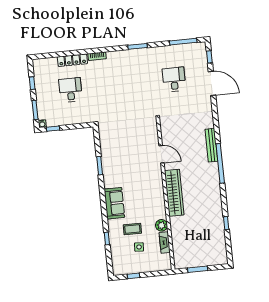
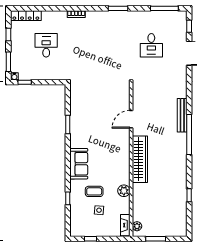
locker: (72, 60) -> (26, 16), moved
desk: (174, 79) -> (151, 45), turned 180
door: (161, 154) -> (131, 119), swing flipped
fireplace: (165, 242) -> (125, 225), moved
plant: (178, 259) -> (137, 226), added

